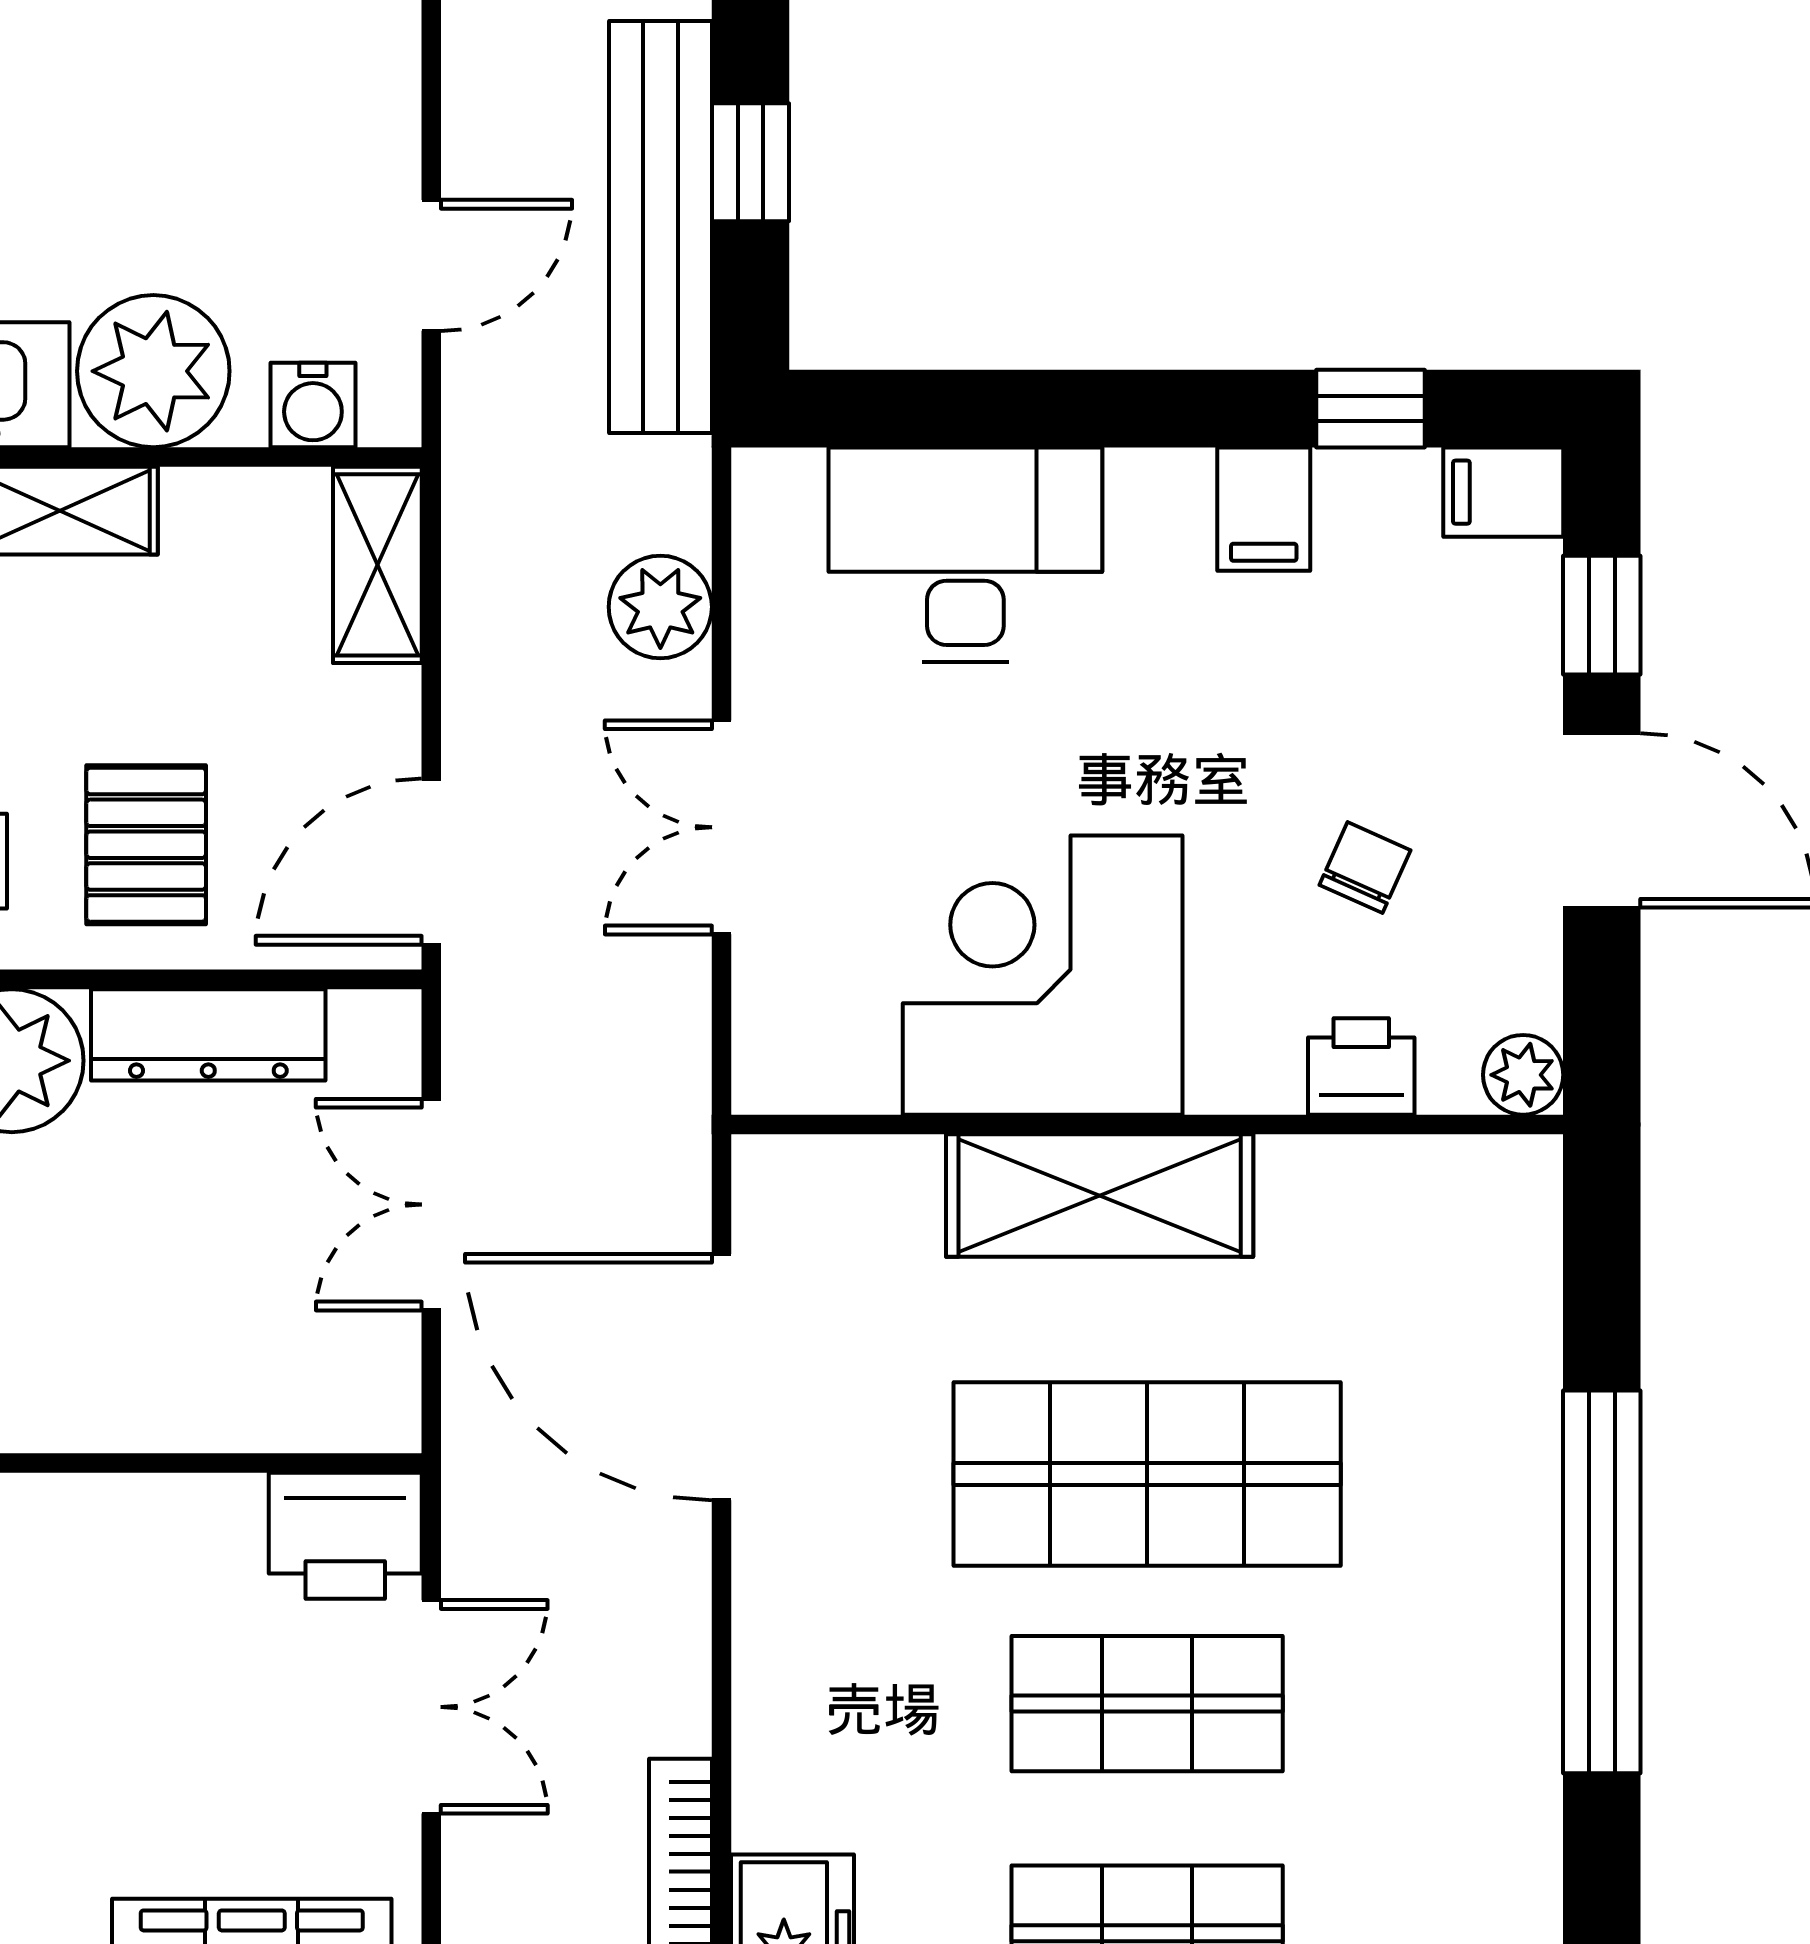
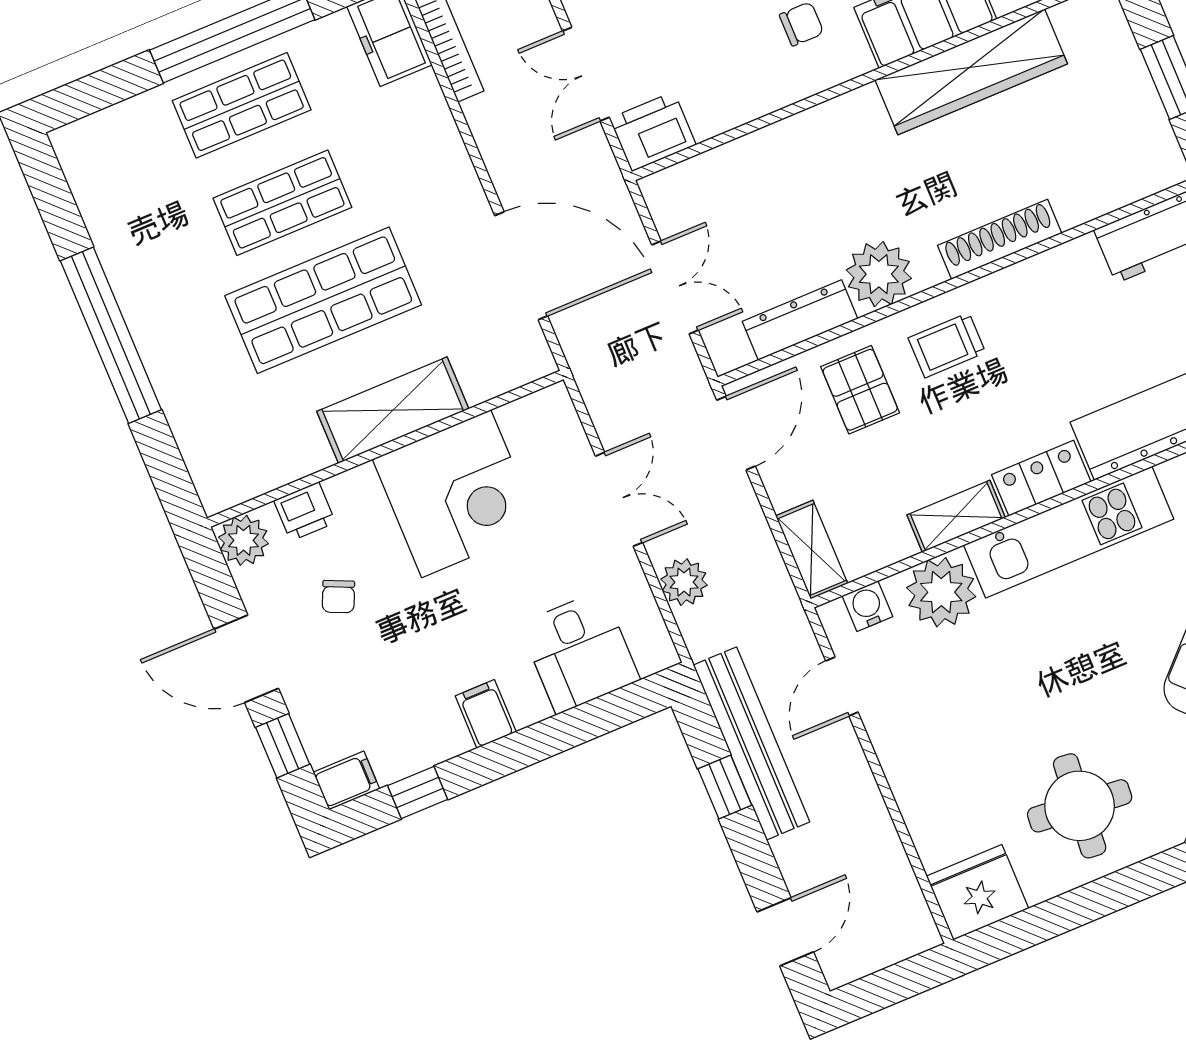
filing cabinet: (1264, 509) -> (486, 714), moved
desk: (965, 555) -> (579, 652), width x0.73
plant: (1523, 1075) -> (243, 540), width x1.38, depth x1.38

